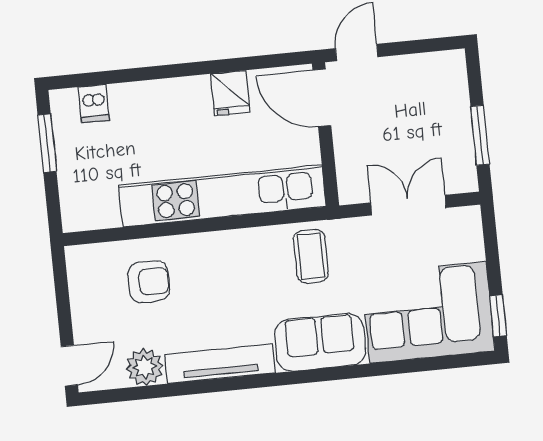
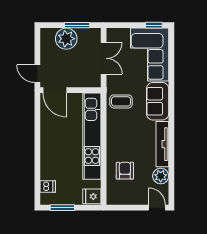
fridge: (230, 93) -> (92, 196), moved, turned 180
door: (322, 98) -> (55, 90), hinge flipped
plant: (446, 113) -> (66, 39), added
double door: (408, 205) -> (104, 58), swing flipped

